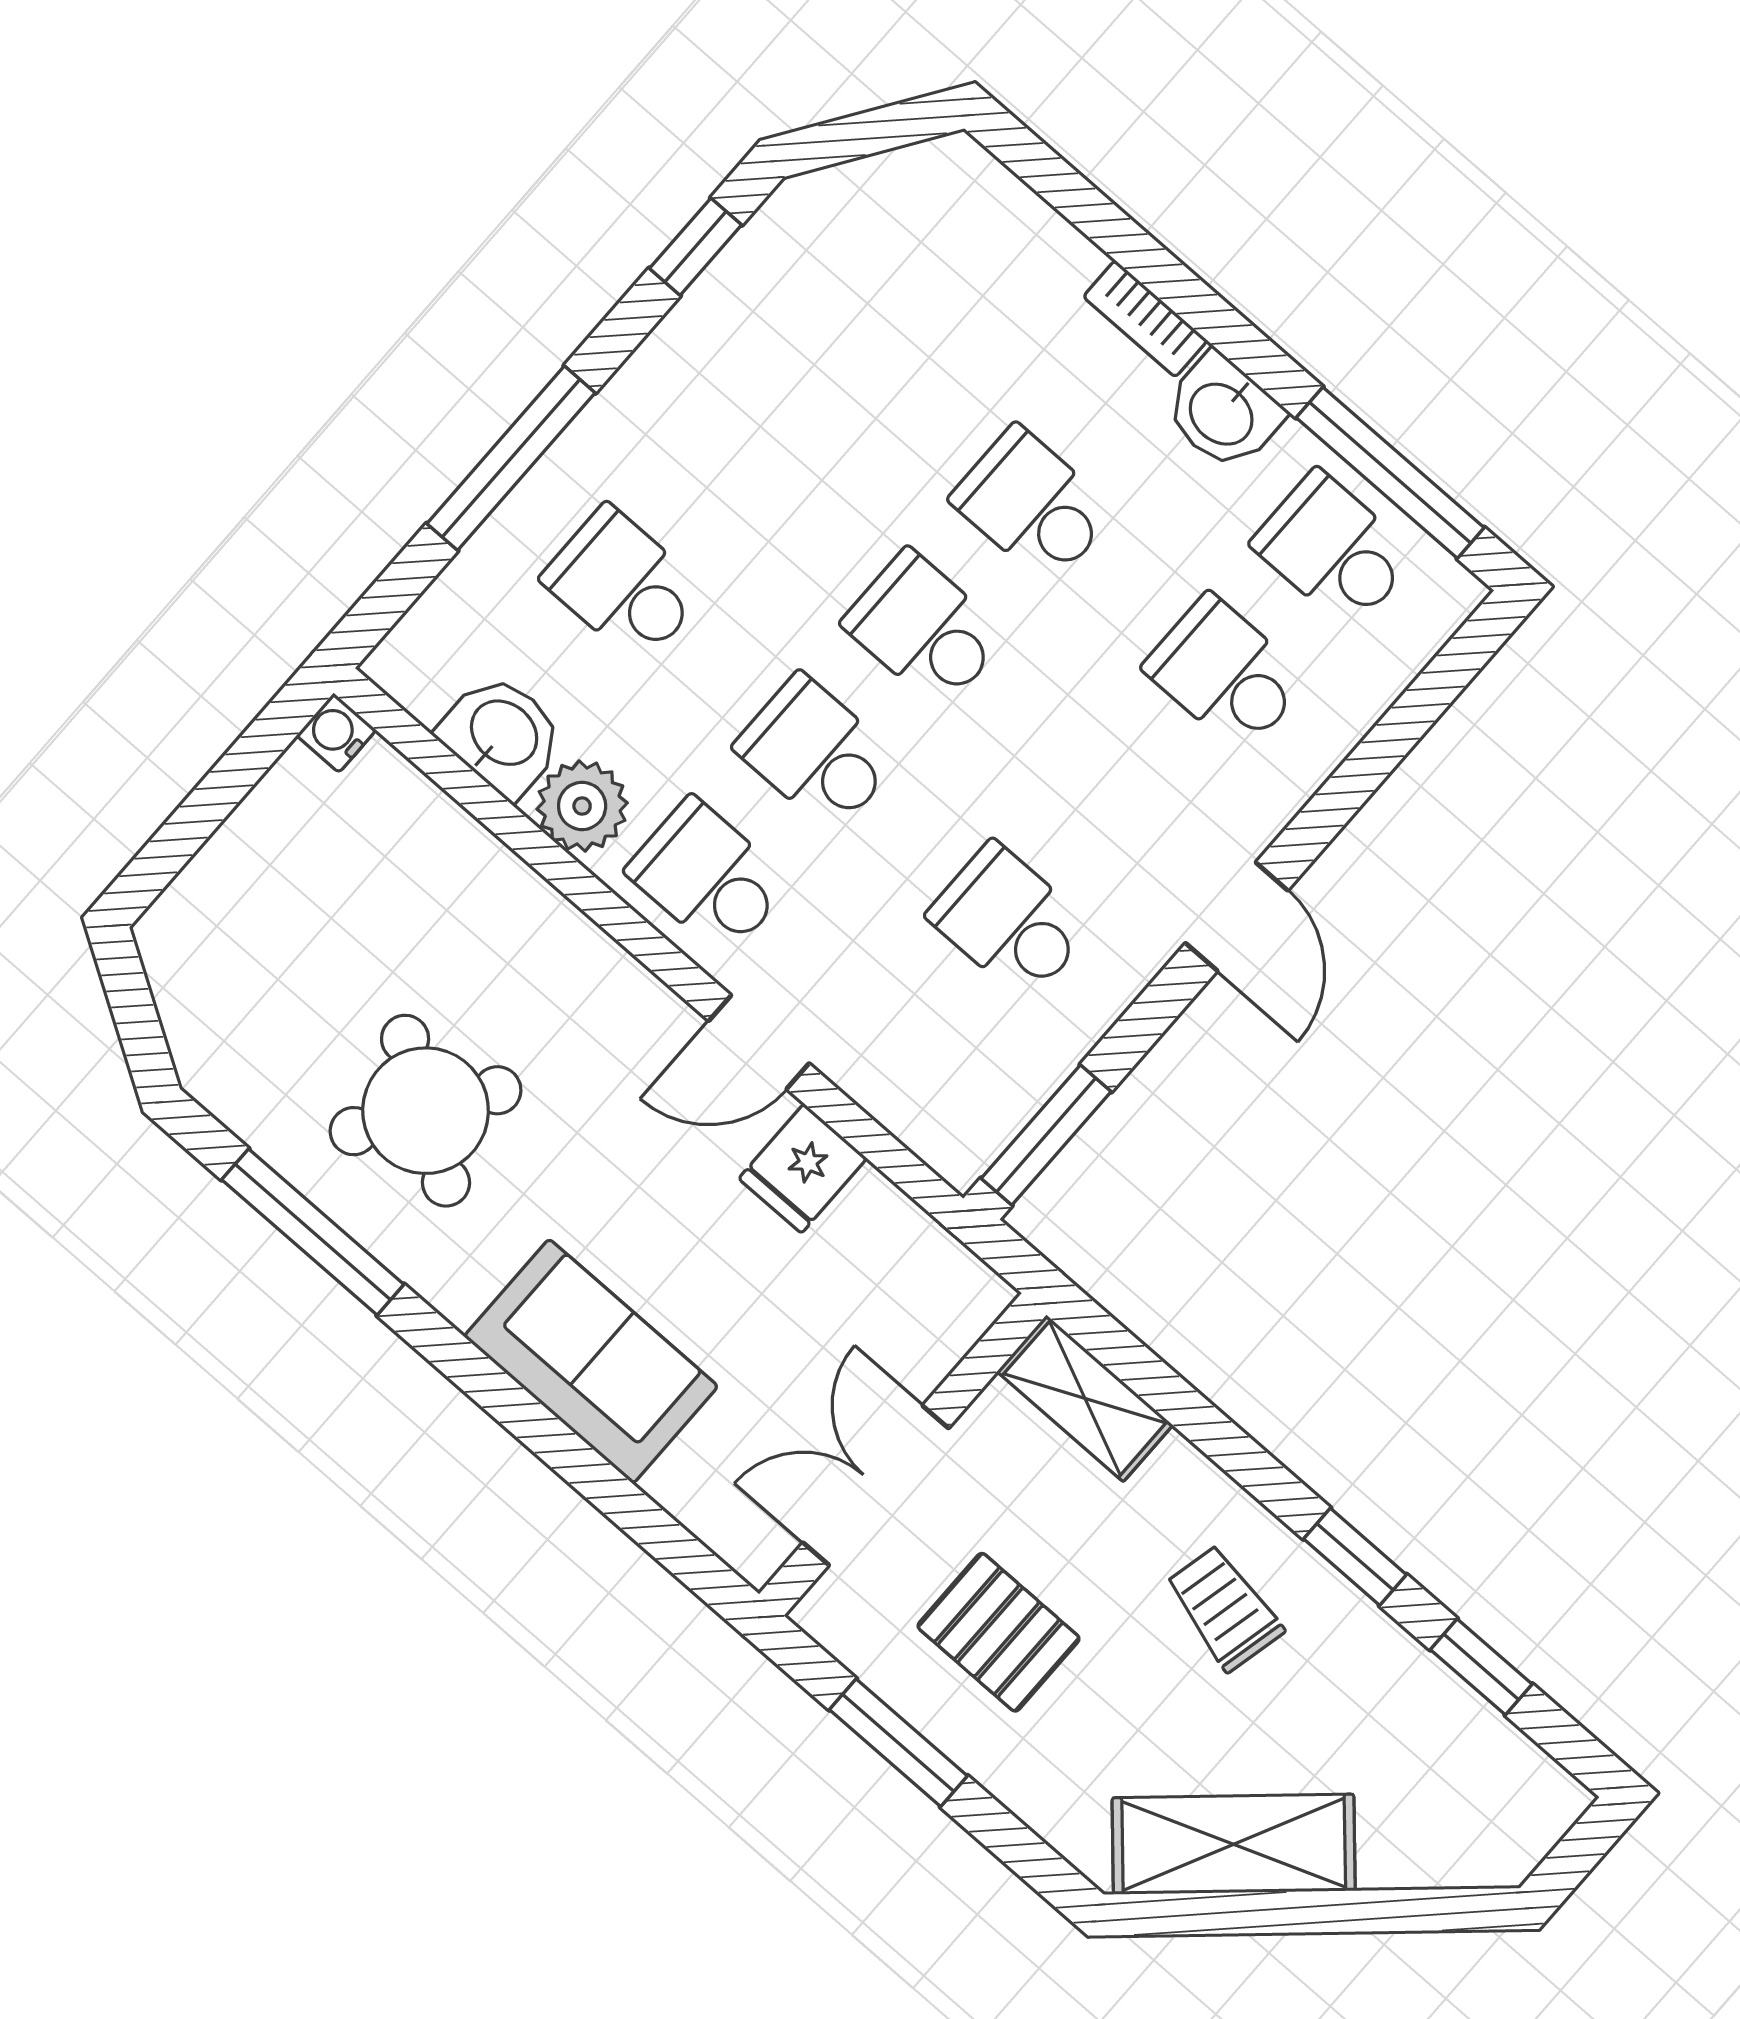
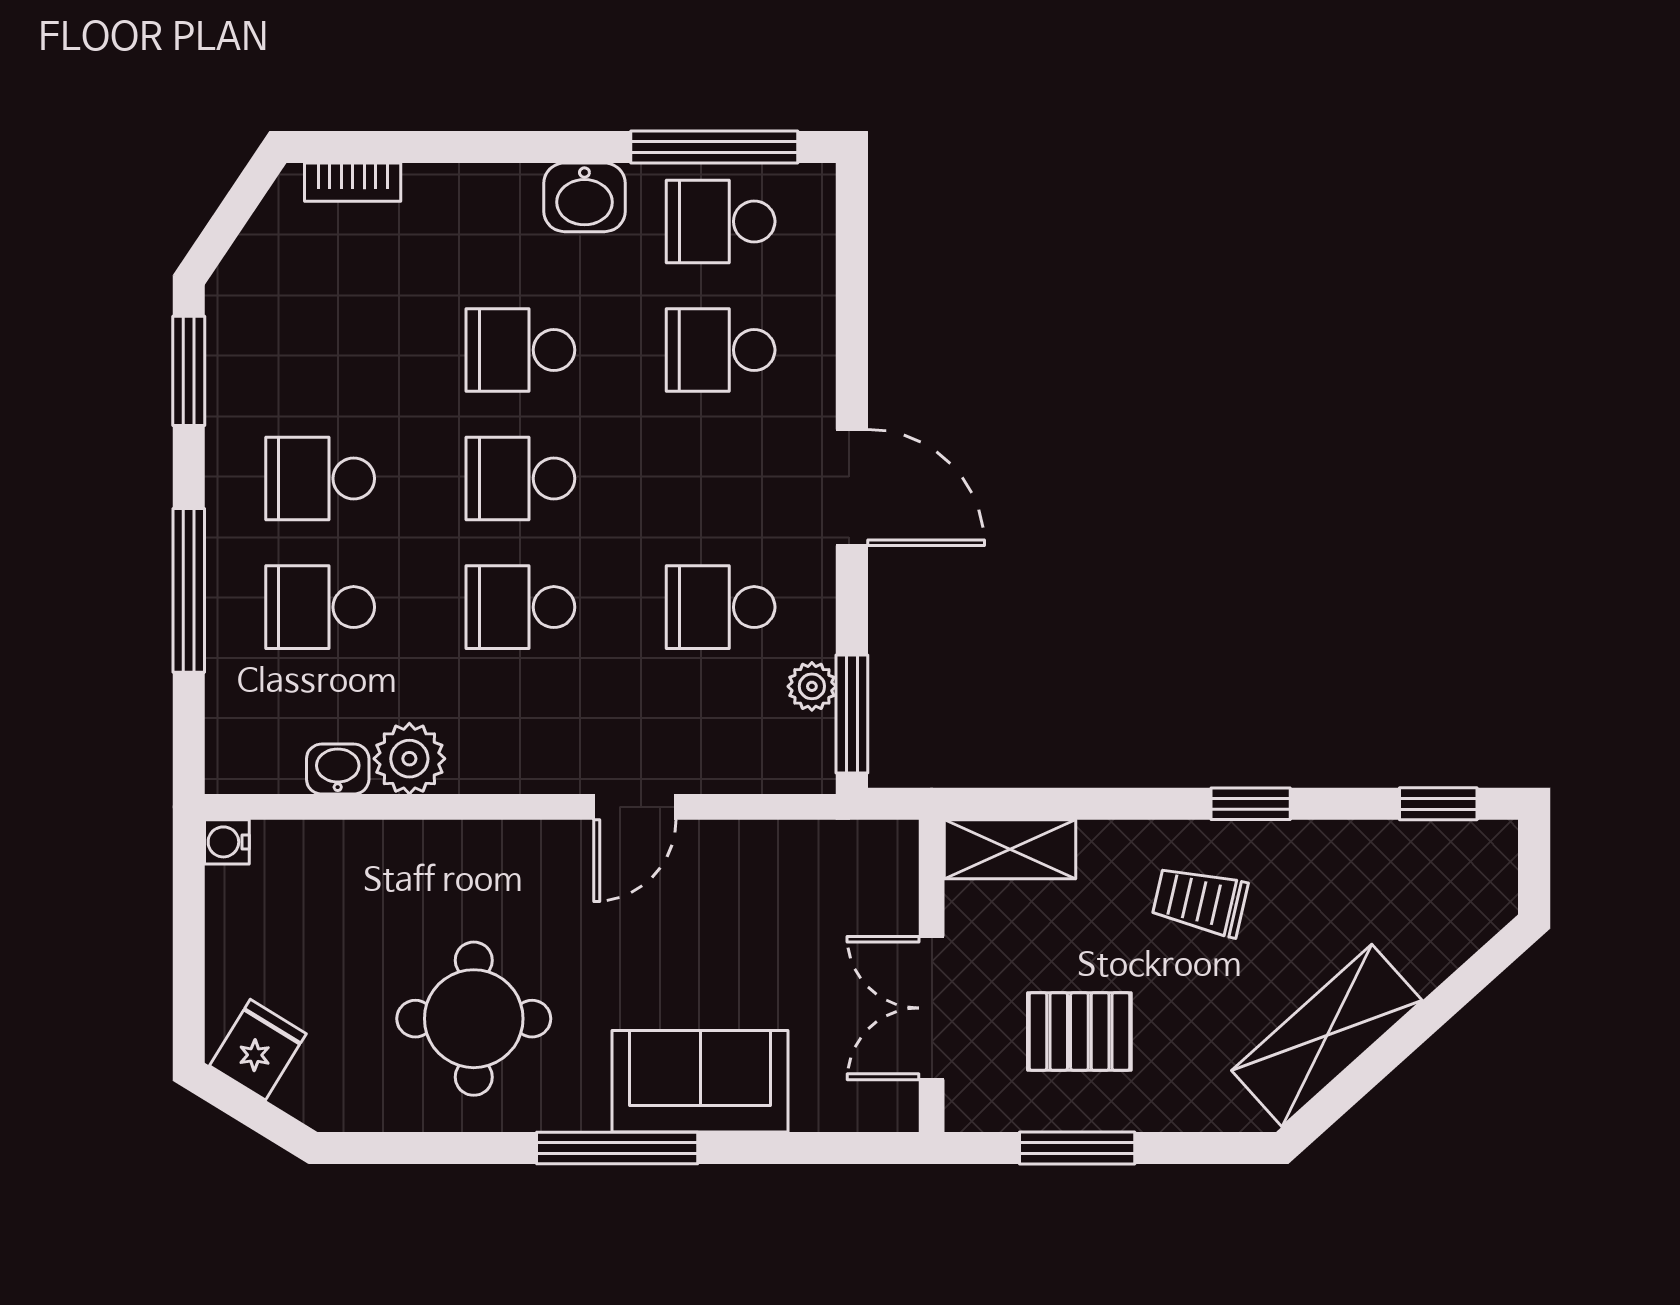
window: (696, 247) -> (189, 371), width x1.50
bookcase: (1145, 319) -> (353, 182), moved
washbasin: (502, 735) -> (338, 769), width x0.72, depth x0.69
school desk: (708, 877) -> (320, 479), moved
door: (1237, 917) -> (852, 488), width x1.38
plant: (1031, 1075) -> (812, 686), added
round table: (426, 1111) -> (474, 1019), turned -33
fridge: (803, 1168) -> (258, 1050), moved, turned -148
window: (313, 1232) -> (617, 1148), moved
window: (1481, 1667) -> (1438, 804), moved

